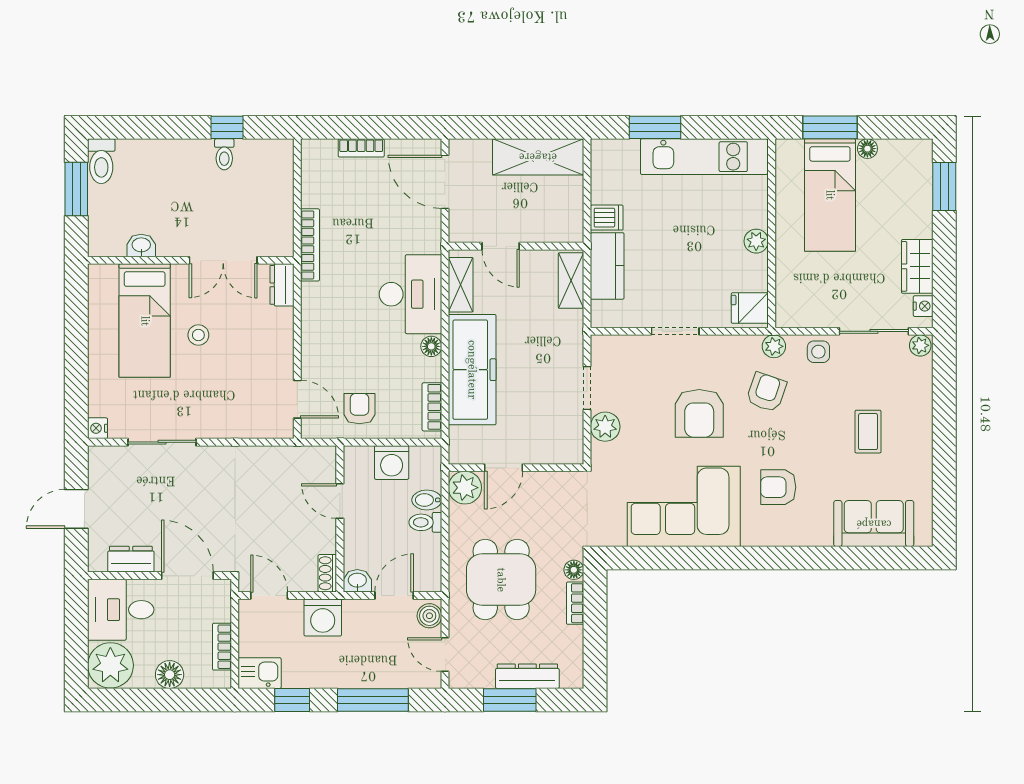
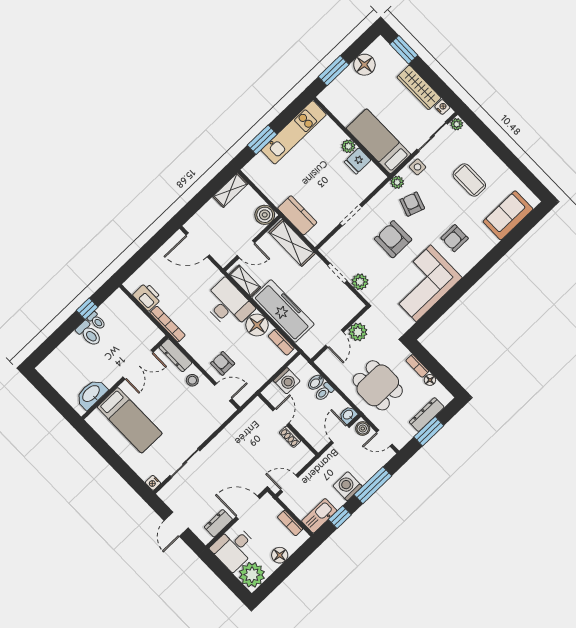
bookcase: (361, 148) -> (150, 264), removed
floor lamp: (867, 149) -> (364, 65), width x1.89, depth x1.89
shelving: (538, 157) -> (230, 190), width x0.67, depth x0.75
toilet: (101, 161) -> (89, 334), moved
printer: (318, 186) -> (147, 297), added
window: (76, 189) -> (50, 393), removed
bed: (830, 195) -> (379, 141), moved, turned 180
dishwasher: (607, 218) -> (278, 196), removed
boiler: (567, 226) -> (265, 215), added
washbasin: (141, 245) -> (91, 394), width x1.91, depth x1.45
wardrobe: (917, 266) -> (419, 87), width x1.50
shelving: (571, 281) -> (292, 243), width x1.50, depth x1.33
dresser: (282, 285) -> (175, 355), width x1.44
fridge: (750, 308) -> (358, 161), moved
stool: (198, 335) -> (192, 380), moved
floor lamp: (431, 346) -> (257, 325), width x1.89, depth x1.89
armchair: (359, 409) -> (223, 363), moved
armchair: (699, 413) -> (393, 239), turned 180
coffee table: (868, 432) -> (469, 180), width x1.36, depth x1.30
plant: (465, 488) -> (358, 332), moved
door: (340, 501) -> (281, 417), swing flipped
floor lamp: (574, 570) -> (430, 380), moved
shoe rack: (327, 573) -> (290, 437), moved
washbasin: (357, 581) -> (348, 415), moved
washing machine: (323, 617) -> (348, 486), moved, turned 180
kitchen sink: (260, 673) -> (319, 516), width x1.38

